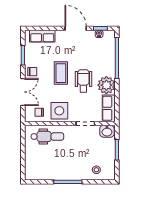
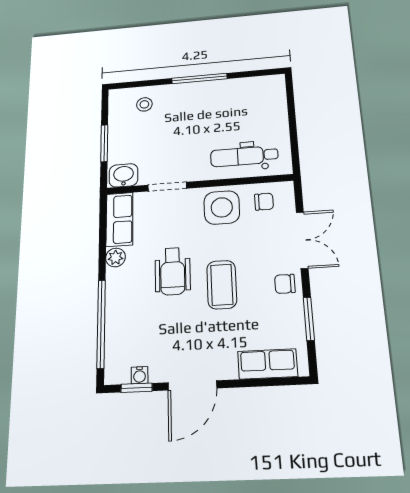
door: (76, 28) -> (192, 385), hinge flipped
plant: (106, 85) -> (116, 257), width x0.53, depth x0.53
double door: (23, 92) -> (302, 240), swing flipped

